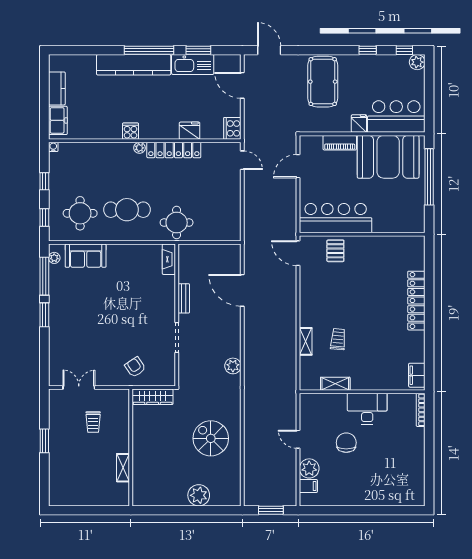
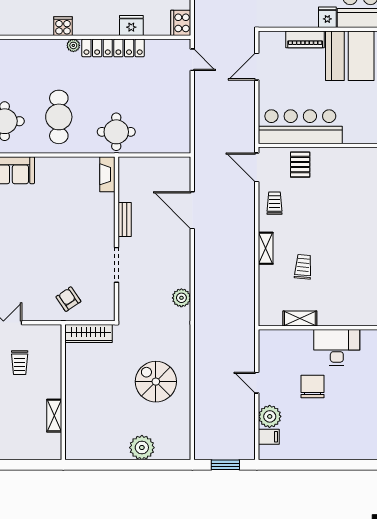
cafe table: (127, 210) -> (59, 117), turned 90
trolley: (313, 284) -> (275, 203), added
shelving: (306, 341) -> (266, 248), moved

